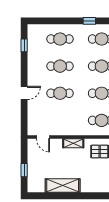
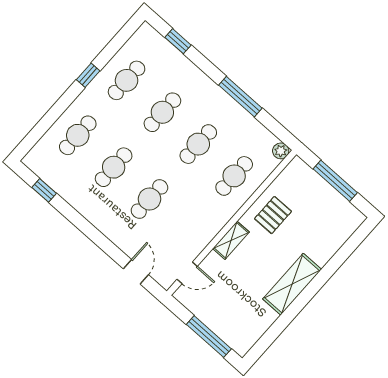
door: (24, 93) -> (136, 272), moved
window: (24, 170) -> (209, 337), width x2.17
shelving: (63, 186) -> (292, 284), moved

